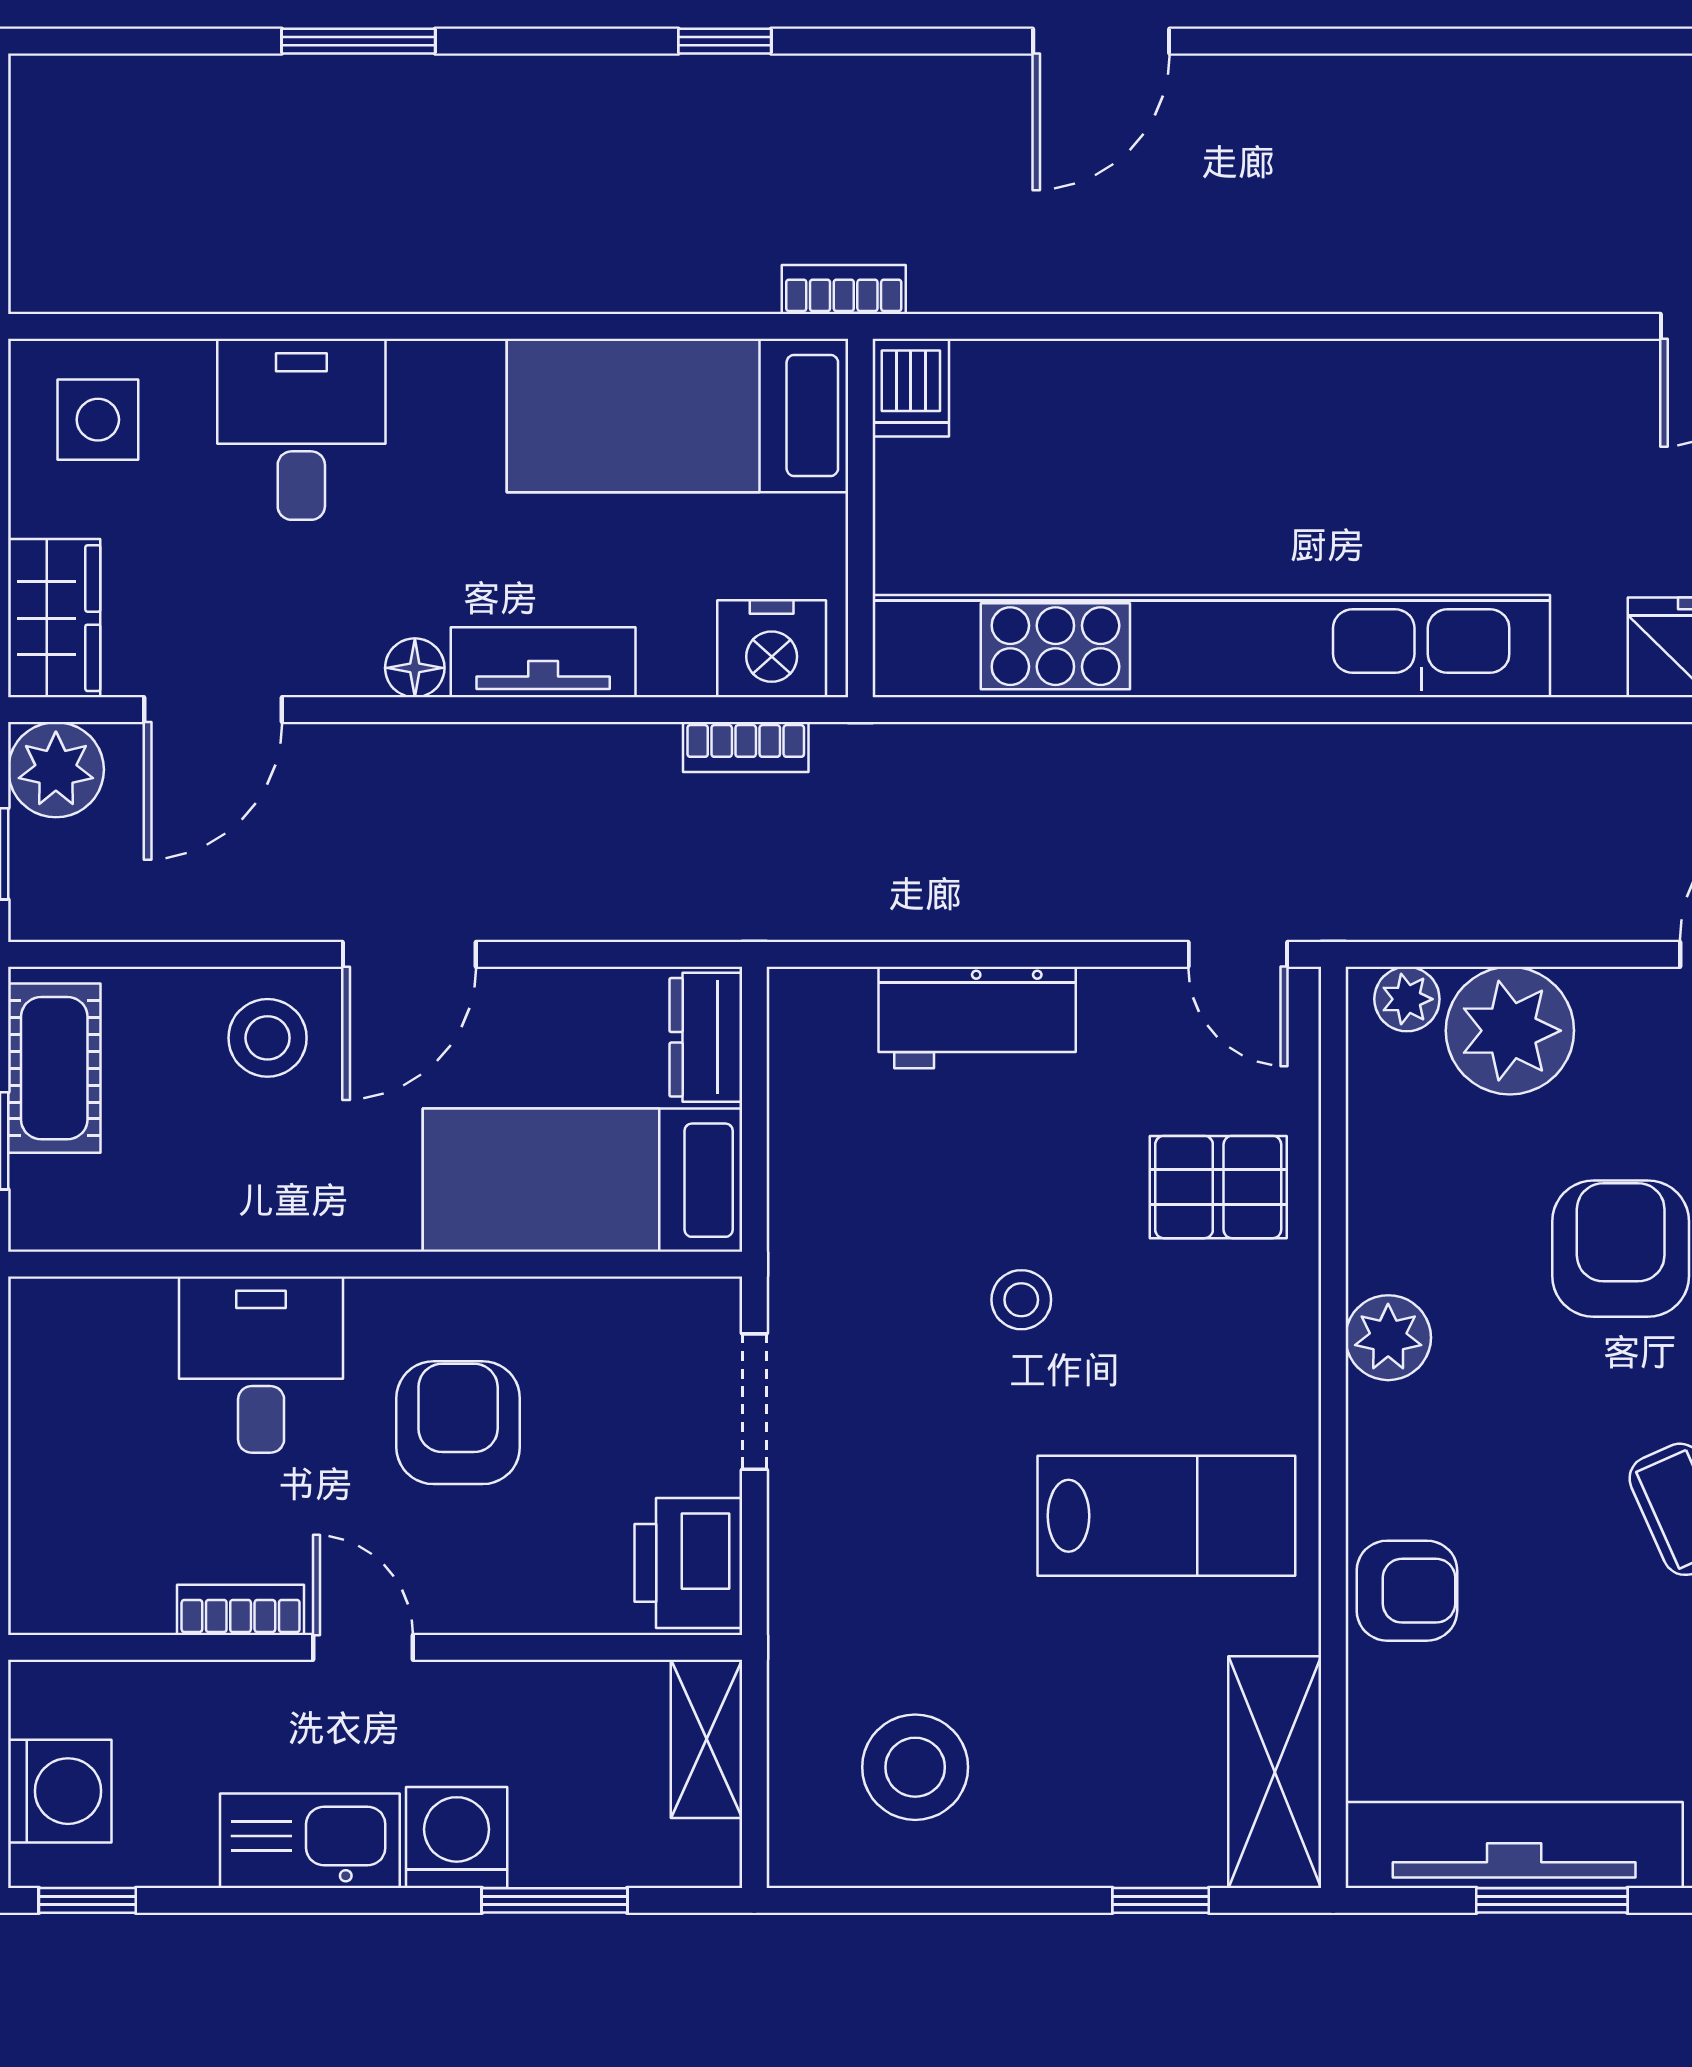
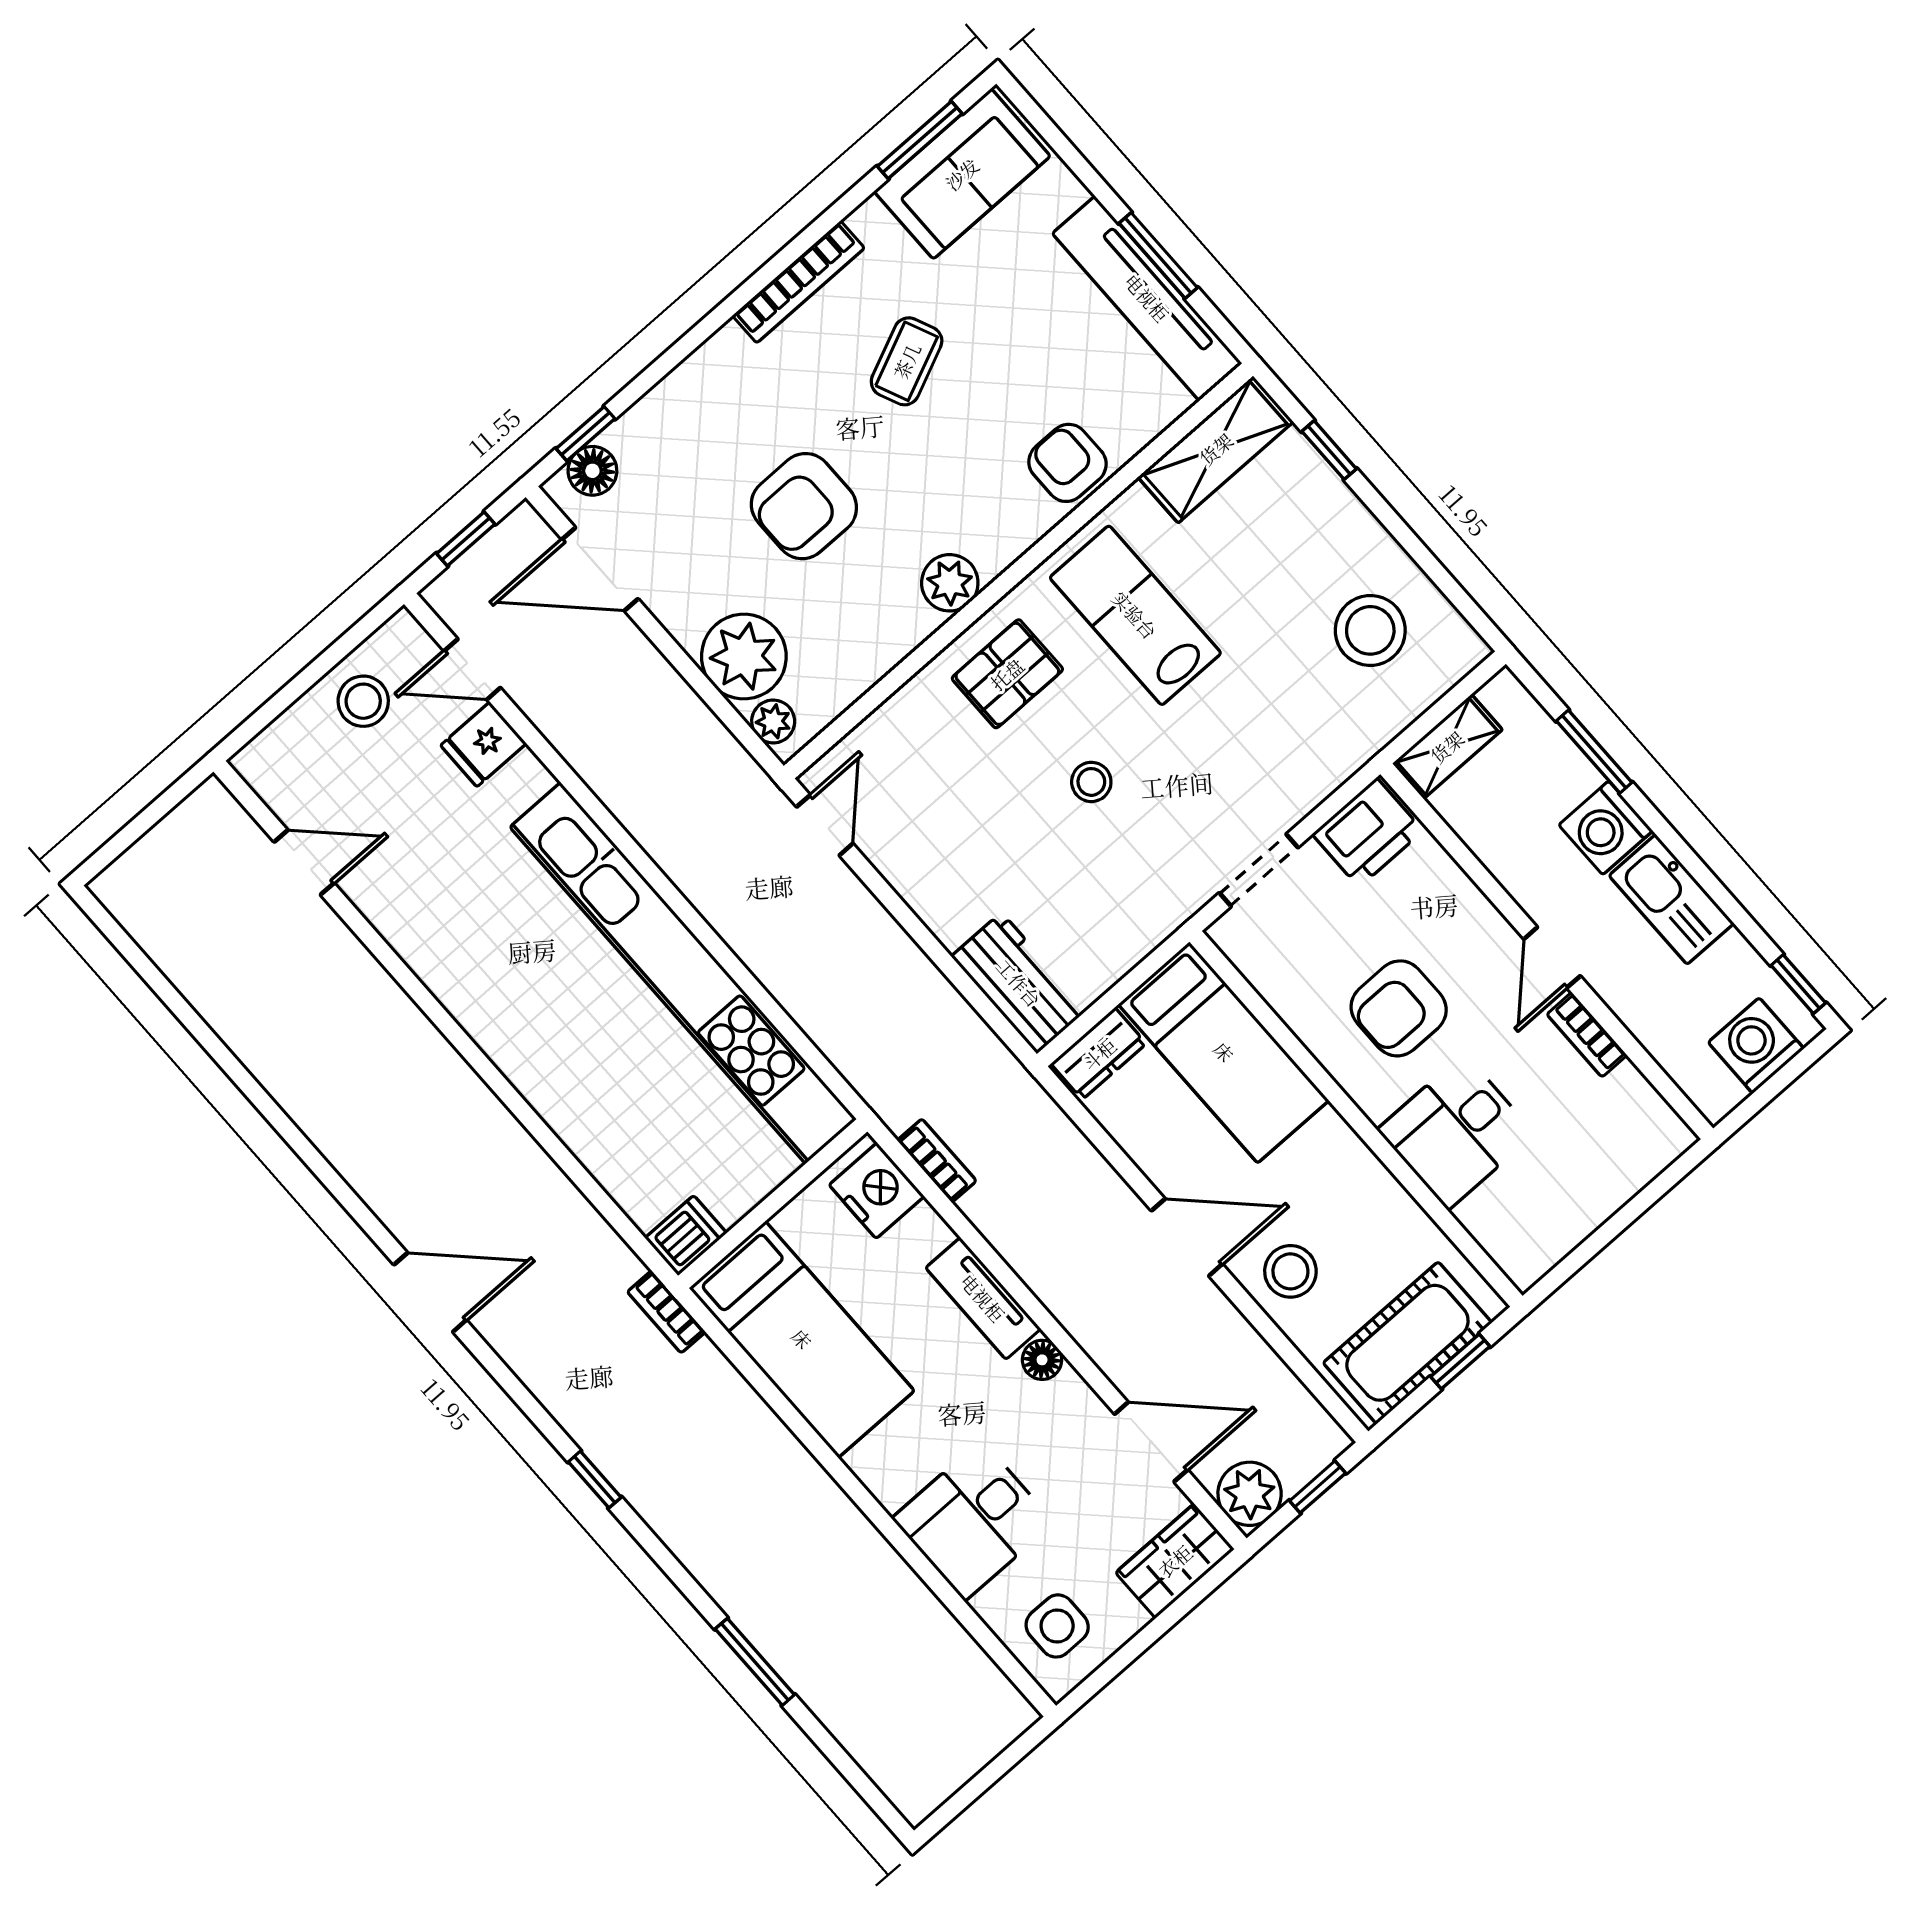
workbench: (977, 1017) -> (1019, 983), moved
cot: (54, 1068) -> (1407, 1343), width x1.37, depth x1.34
pallet: (1218, 1187) -> (1007, 674), moved, turned 90

